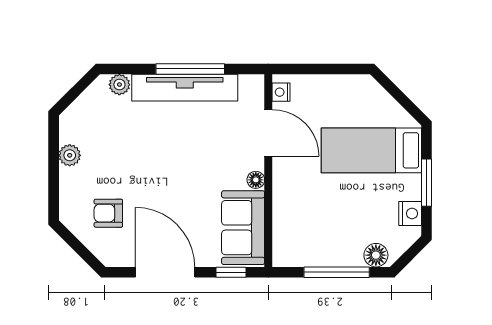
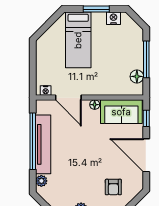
window: (190, 69) -> (33, 141), width x1.46
door: (268, 133) -> (68, 98), swing flipped
floor lamp: (376, 255) -> (137, 76), moved
door: (165, 272) -> (146, 155), hinge flipped

